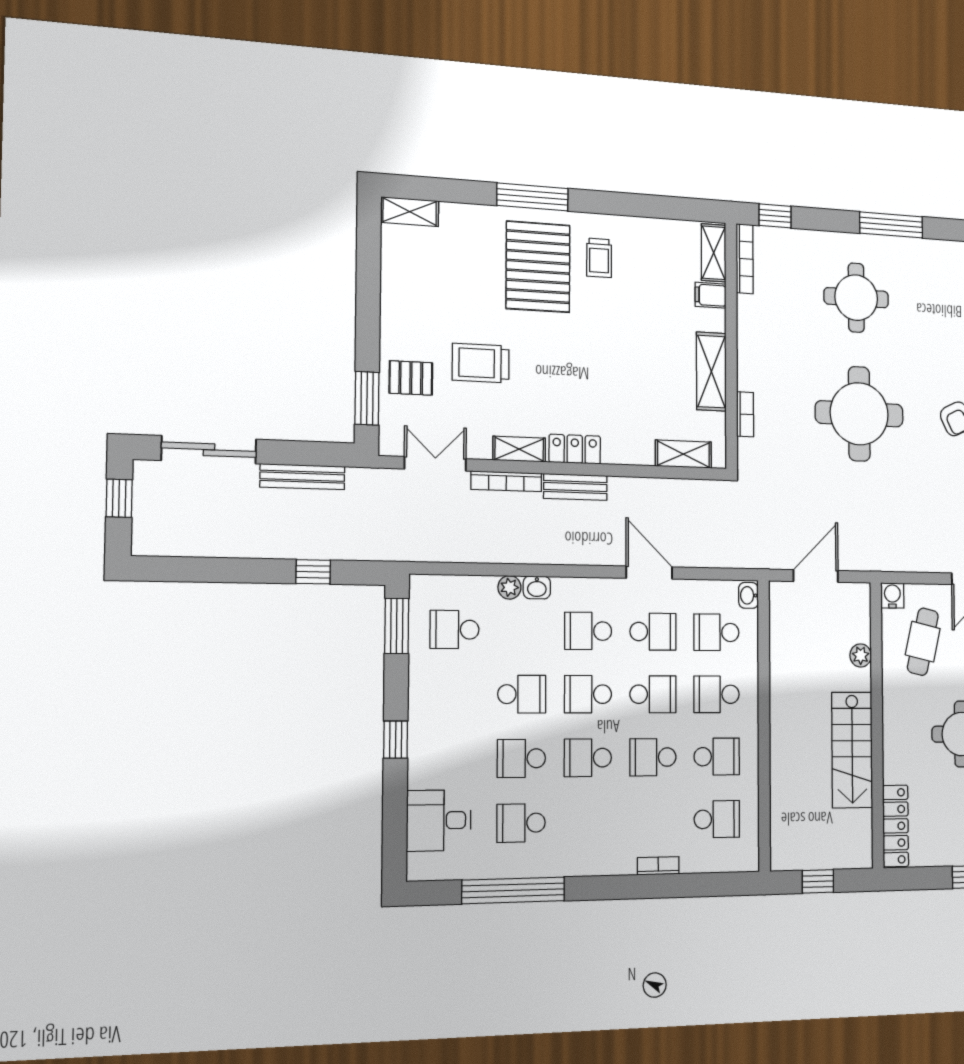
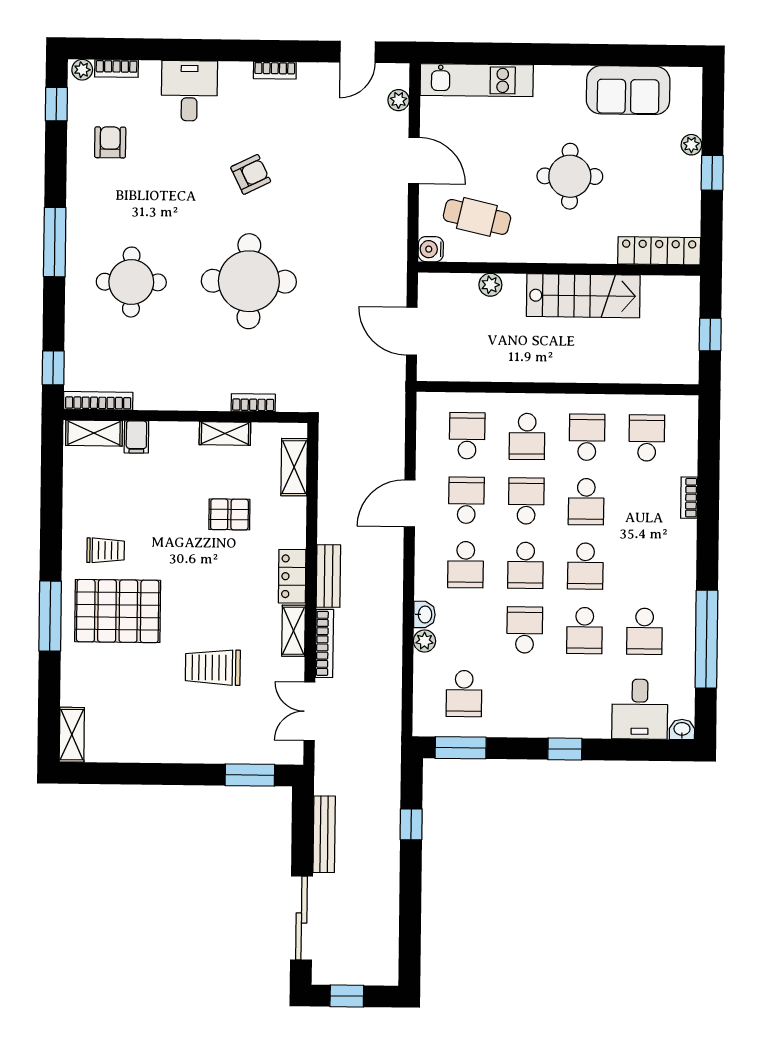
trolley: (481, 363) -> (213, 667), turned 90
shelving: (711, 372) -> (225, 433), width x0.67, depth x0.75
pallet: (411, 378) -> (229, 514), moved, turned 90
washbasin: (748, 595) -> (682, 729), moved, turned 180
school desk: (716, 632) -> (467, 436), turned 180

